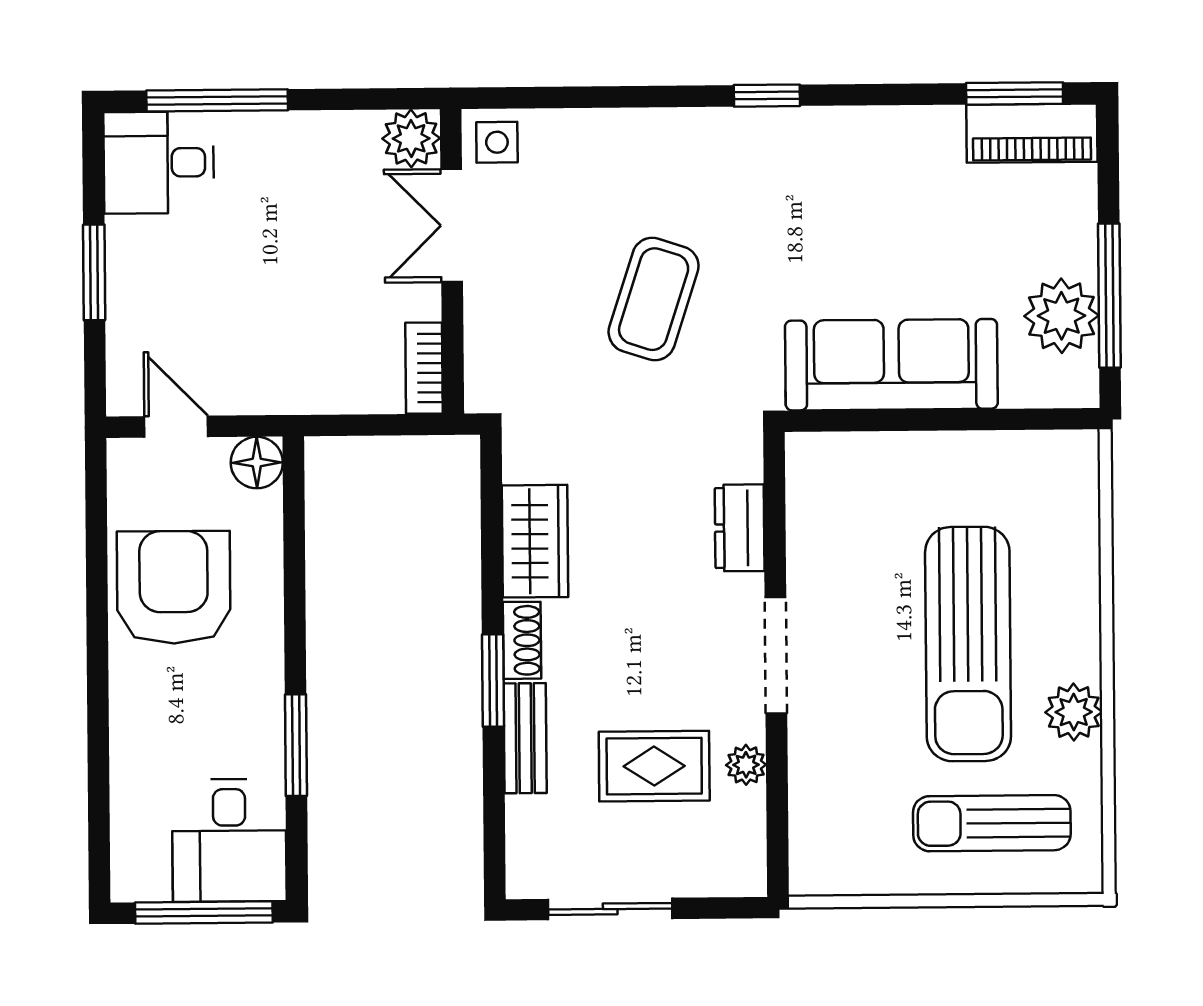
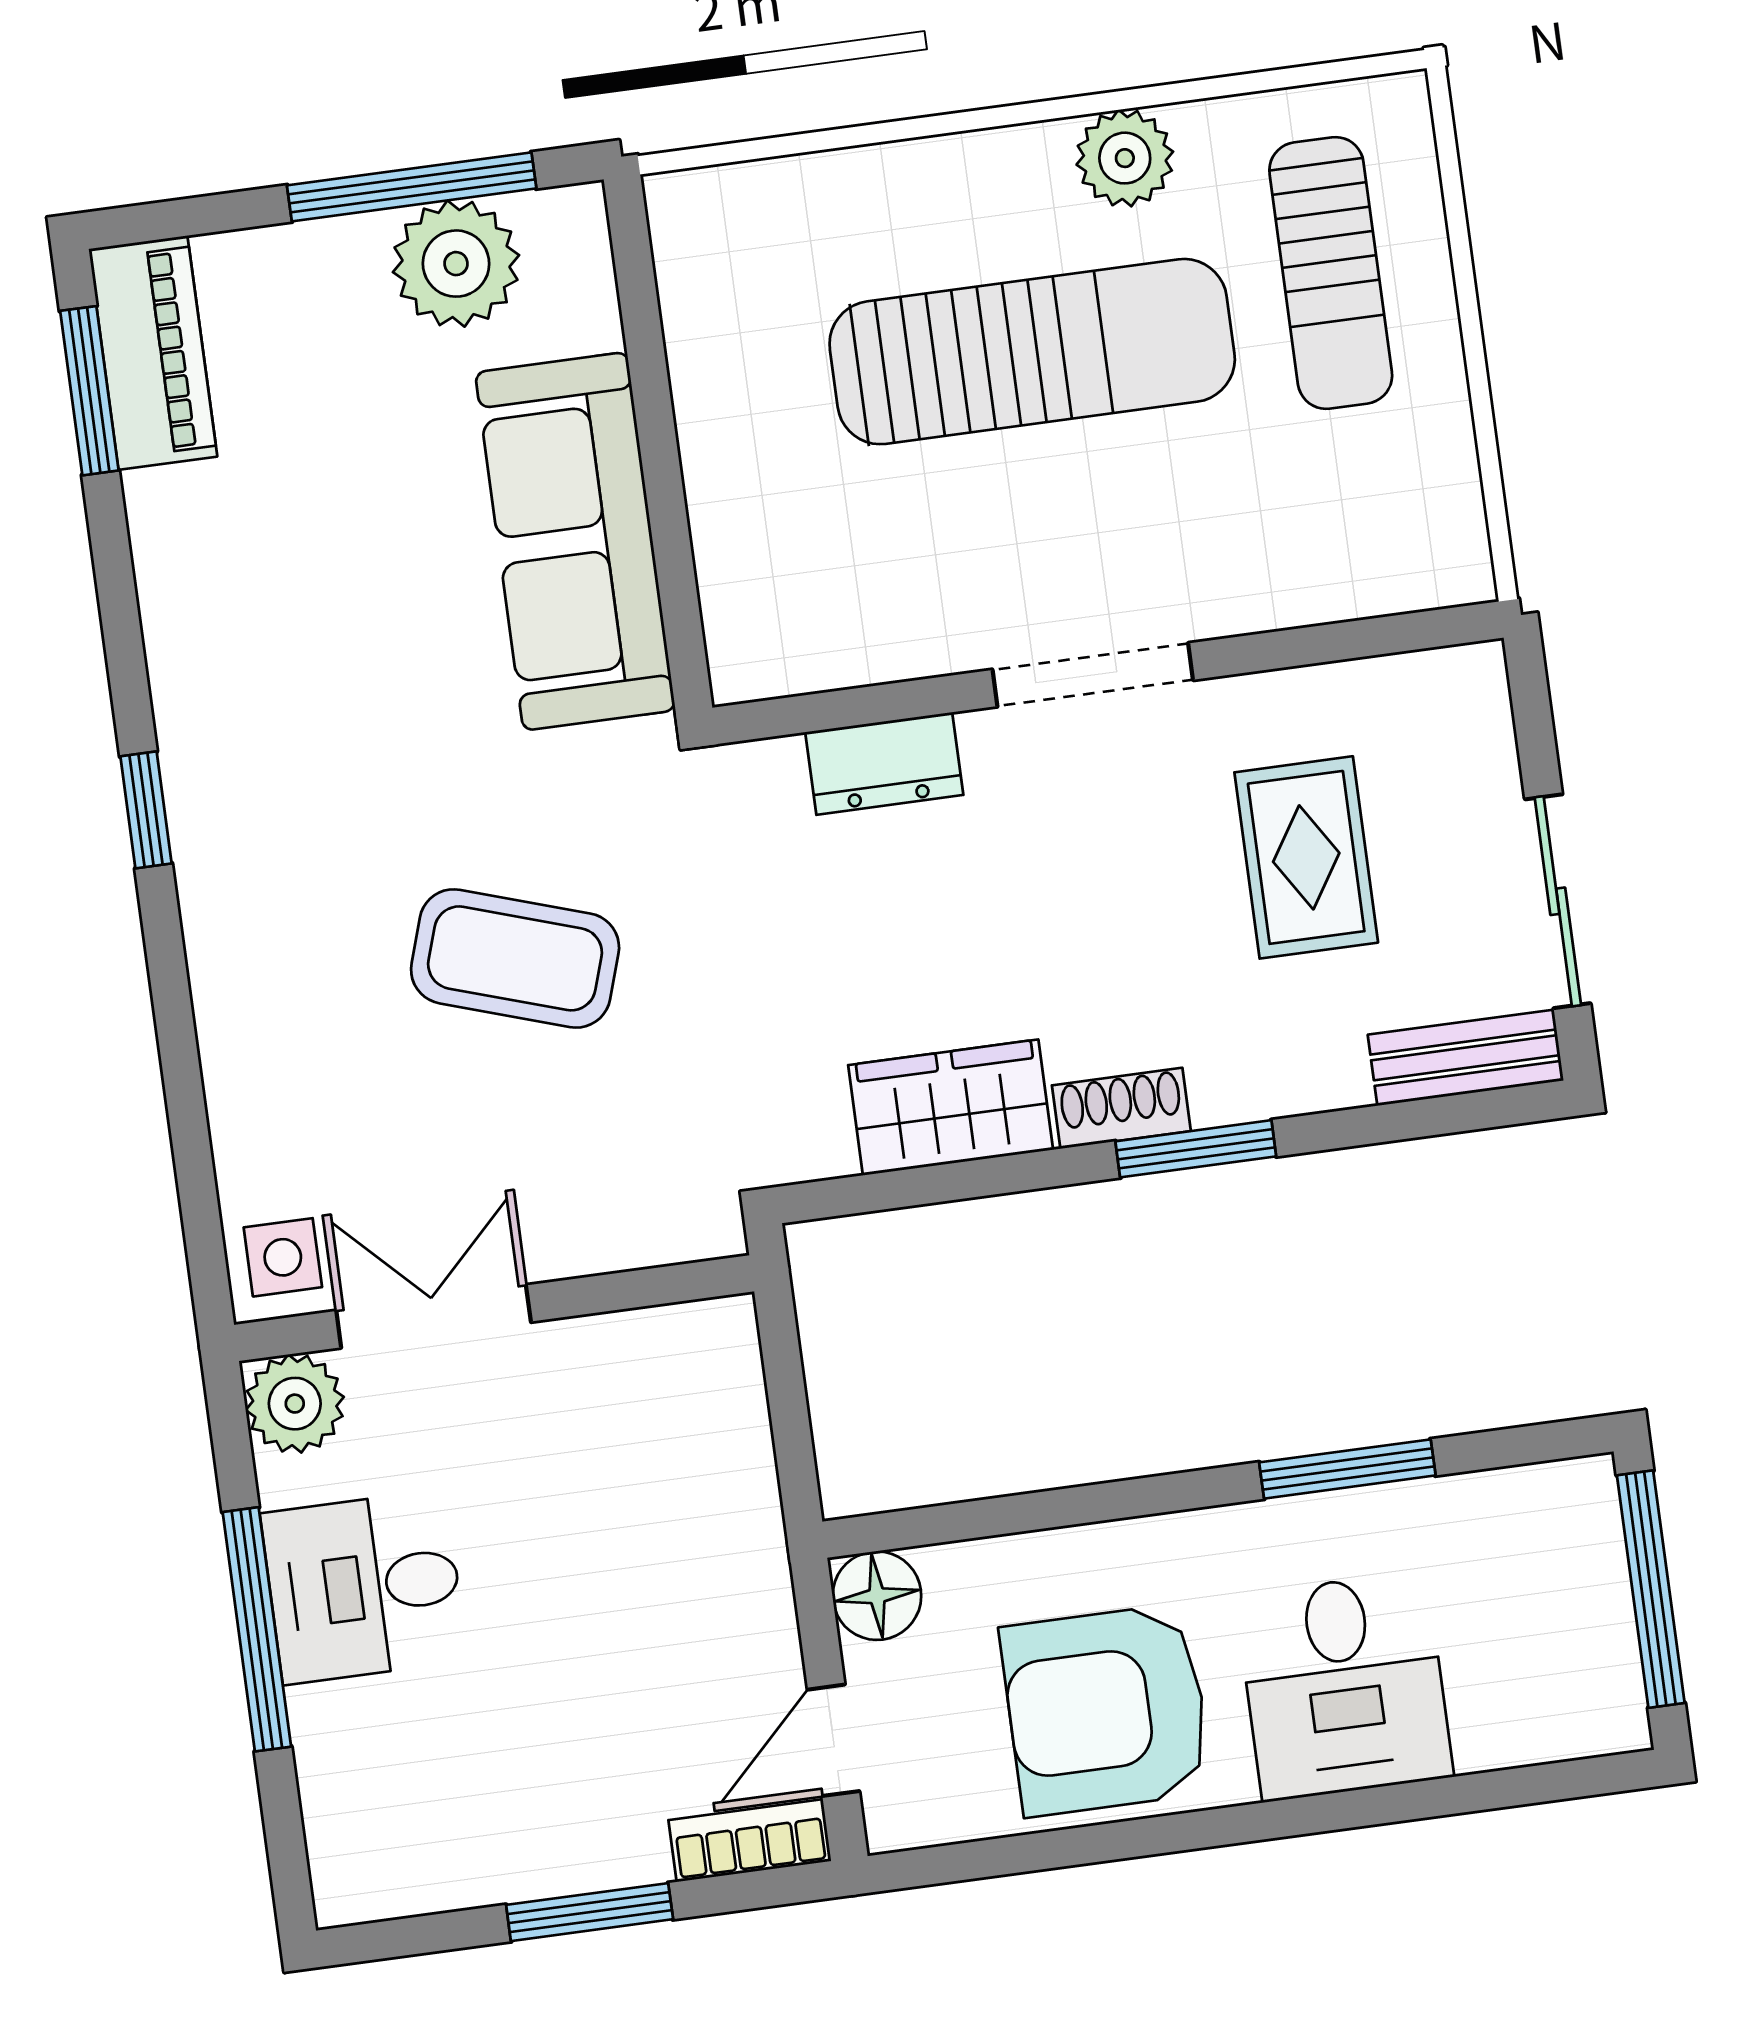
window: (217, 100) -> (257, 1629), moved
desk: (159, 162) -> (364, 1587), moved, turned 90
double door: (452, 225) -> (434, 1316), swing flipped
bookcase: (424, 368) -> (750, 1841), moved, turned 180
bench: (525, 738) -> (1466, 1058), moved
plant: (746, 765) -> (1284, 702), removed
desk: (229, 840) -> (1344, 1686), moved, turned 90

